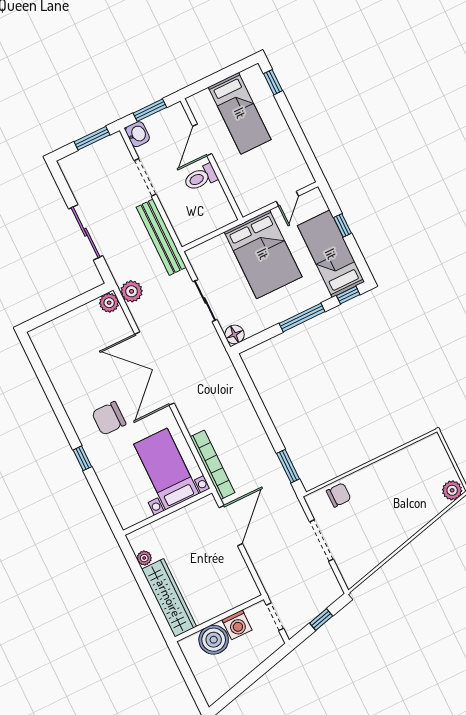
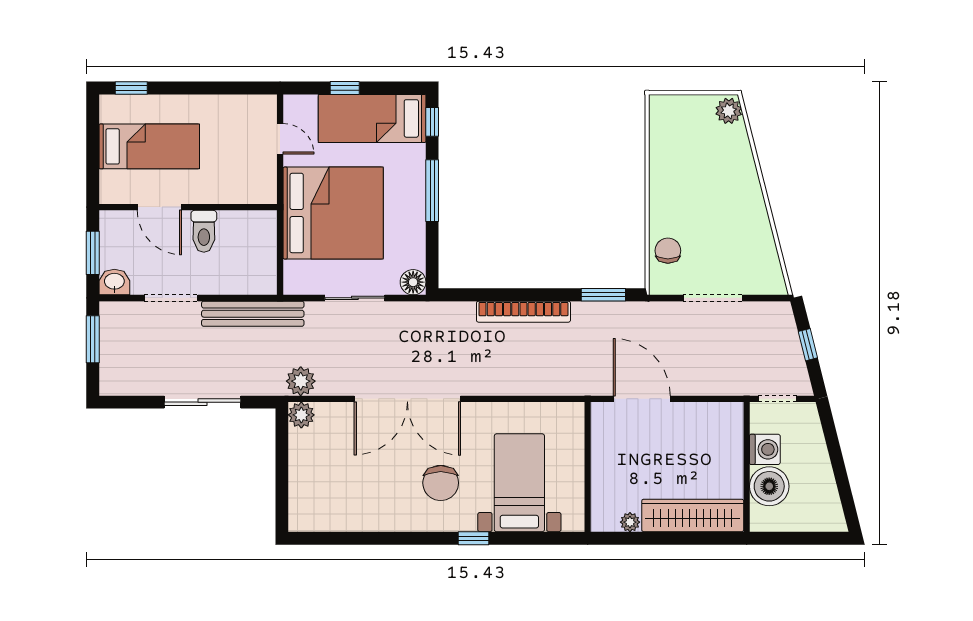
bed: (263, 254) -> (333, 213), width x1.36
bookcase: (212, 465) -> (523, 312), moved, turned 180
bed with nightstands: (166, 469) -> (519, 483), moved, turned 90

